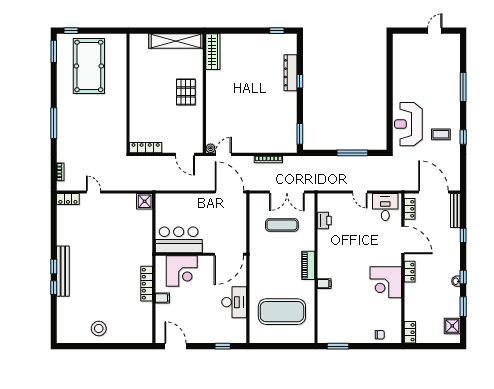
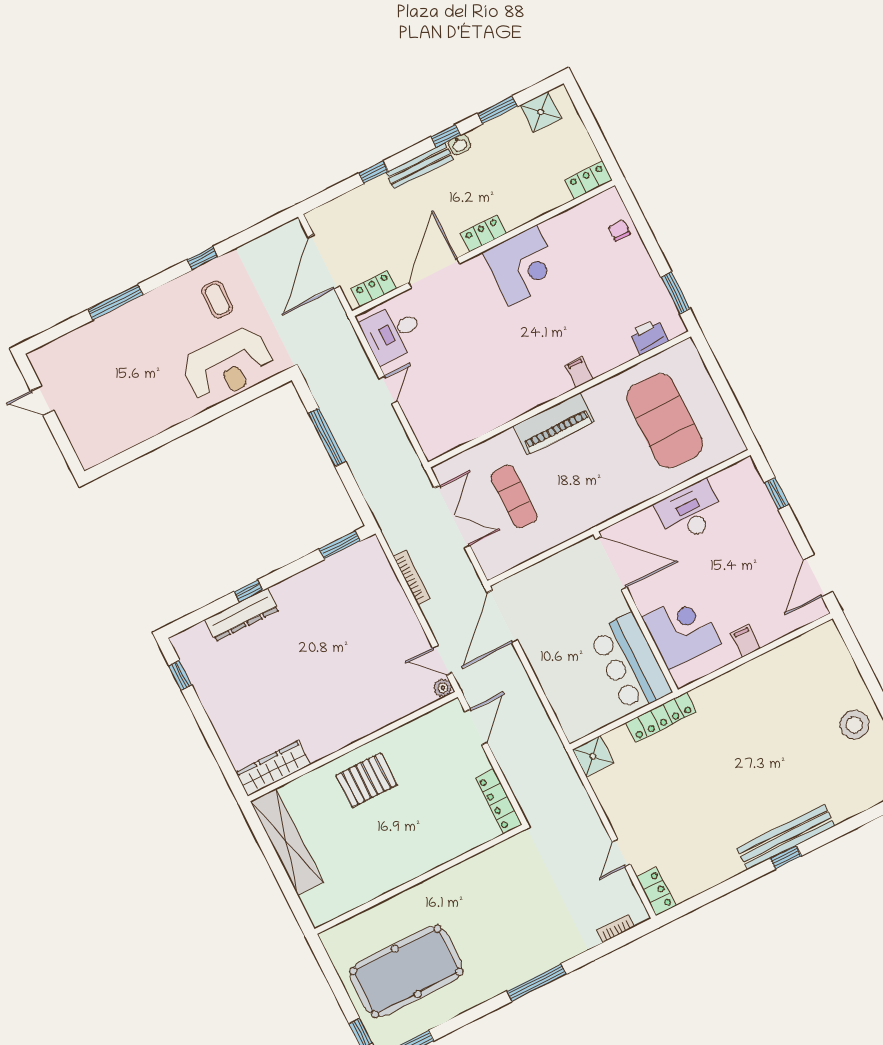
bench: (455, 210) -> (419, 166), moved
printer: (324, 220) -> (649, 337), moved
piano: (308, 265) -> (554, 424), width x1.37, depth x1.33
locker: (147, 284) -> (661, 717), moved
window: (54, 288) -> (823, 839), removed

